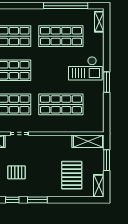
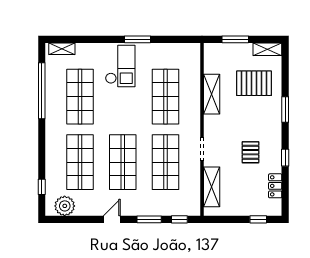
shelving: (88, 141) -> (212, 94), moved
window: (37, 200) -> (285, 110), moved

